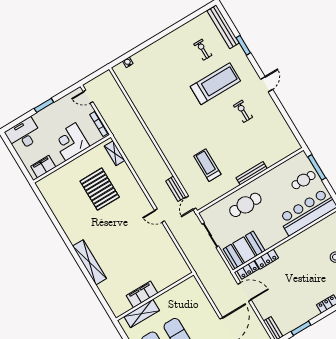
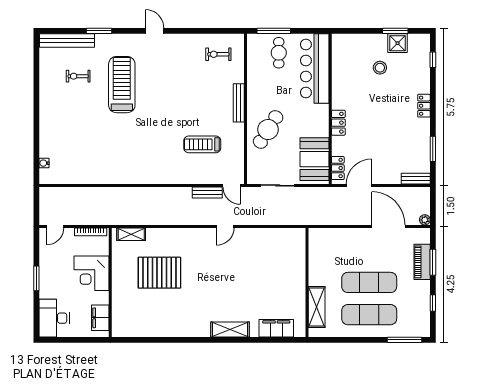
exercise bike: (243, 111) -> (218, 54), moved
cafe table: (245, 205) -> (268, 129), turned 32
locker: (267, 259) -> (338, 123), moved
shelving: (90, 262) -> (230, 329), width x0.68
filing cabinet: (142, 294) -> (276, 328), moved, turned 90

